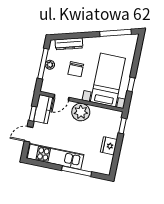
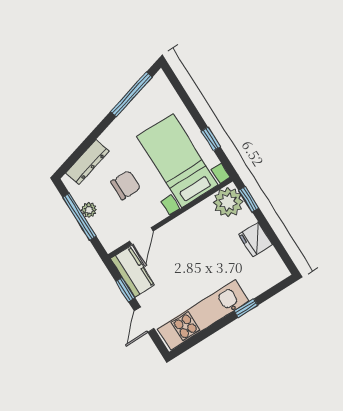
chair: (76, 69) -> (126, 185), turned -90
plant: (81, 112) -> (228, 202), moved
window: (77, 171) -> (246, 308), width x0.46

